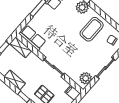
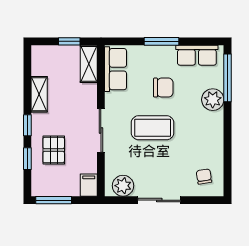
chair: (58, 24) -> (163, 88), added
coffee table: (92, 29) -> (153, 128), moved

